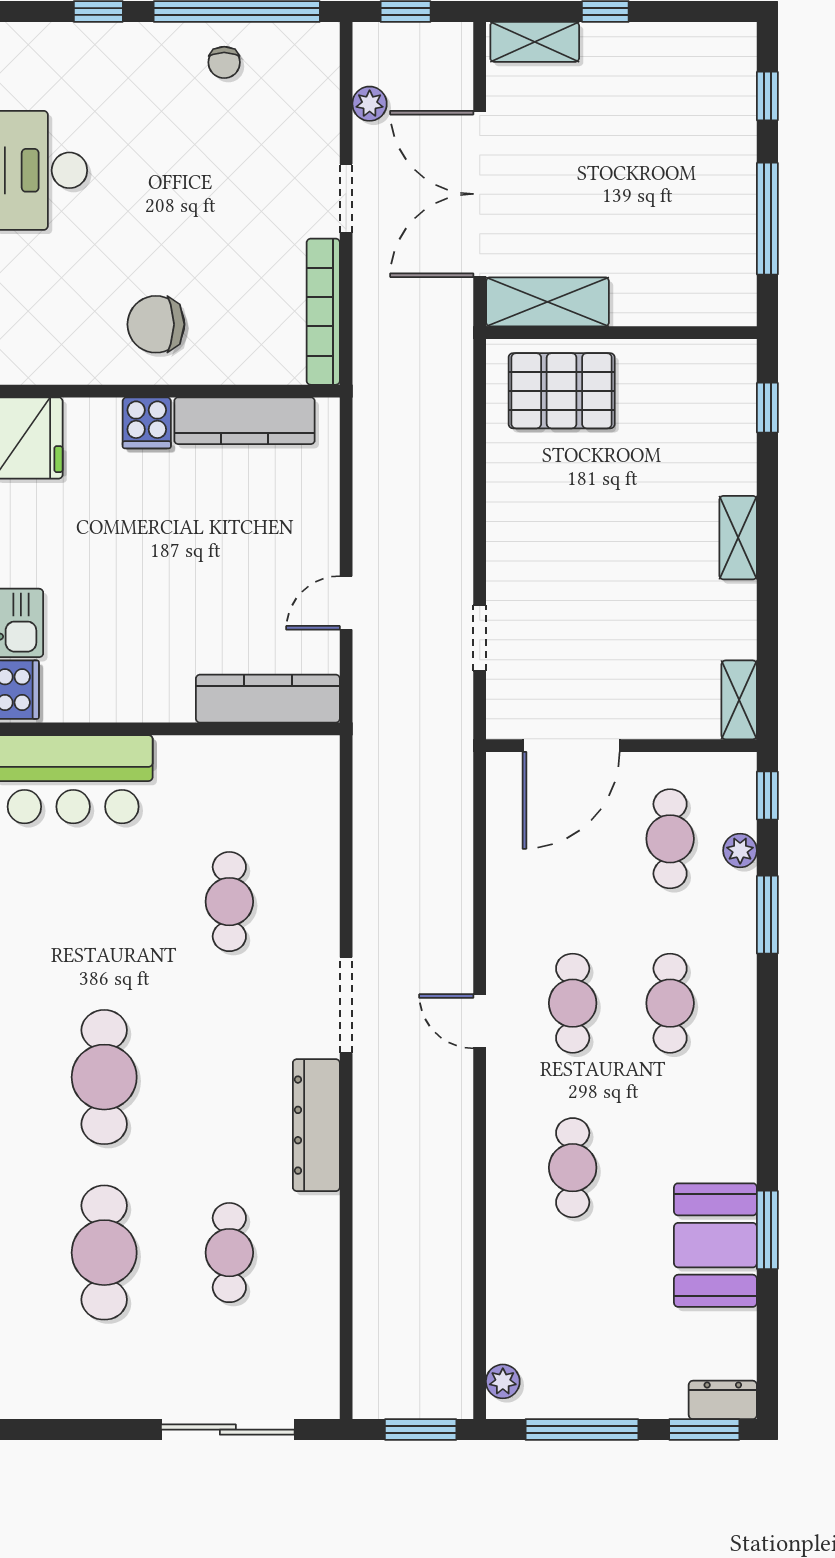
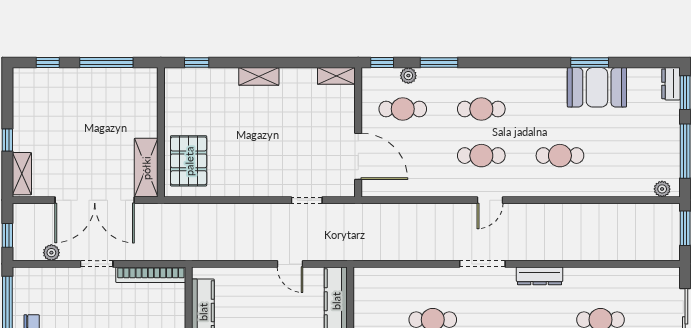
dresser: (316, 1125) -> (540, 276), width x0.73, depth x0.80

